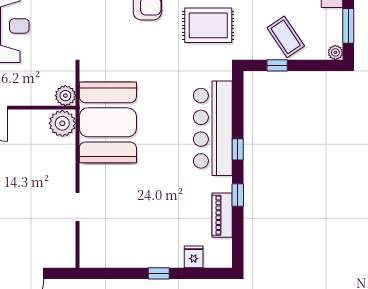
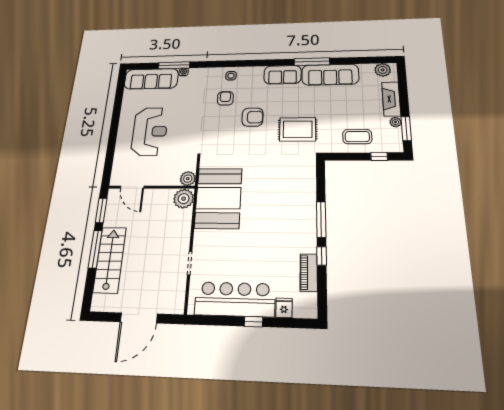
coffee table: (286, 37) -> (357, 137), turned -56
plant: (335, 52) -> (395, 122), moved
window: (277, 65) -> (379, 156), moved
bar counter: (213, 128) -> (235, 299), moved, turned 90
window: (238, 149) -> (321, 219), width x2.17

